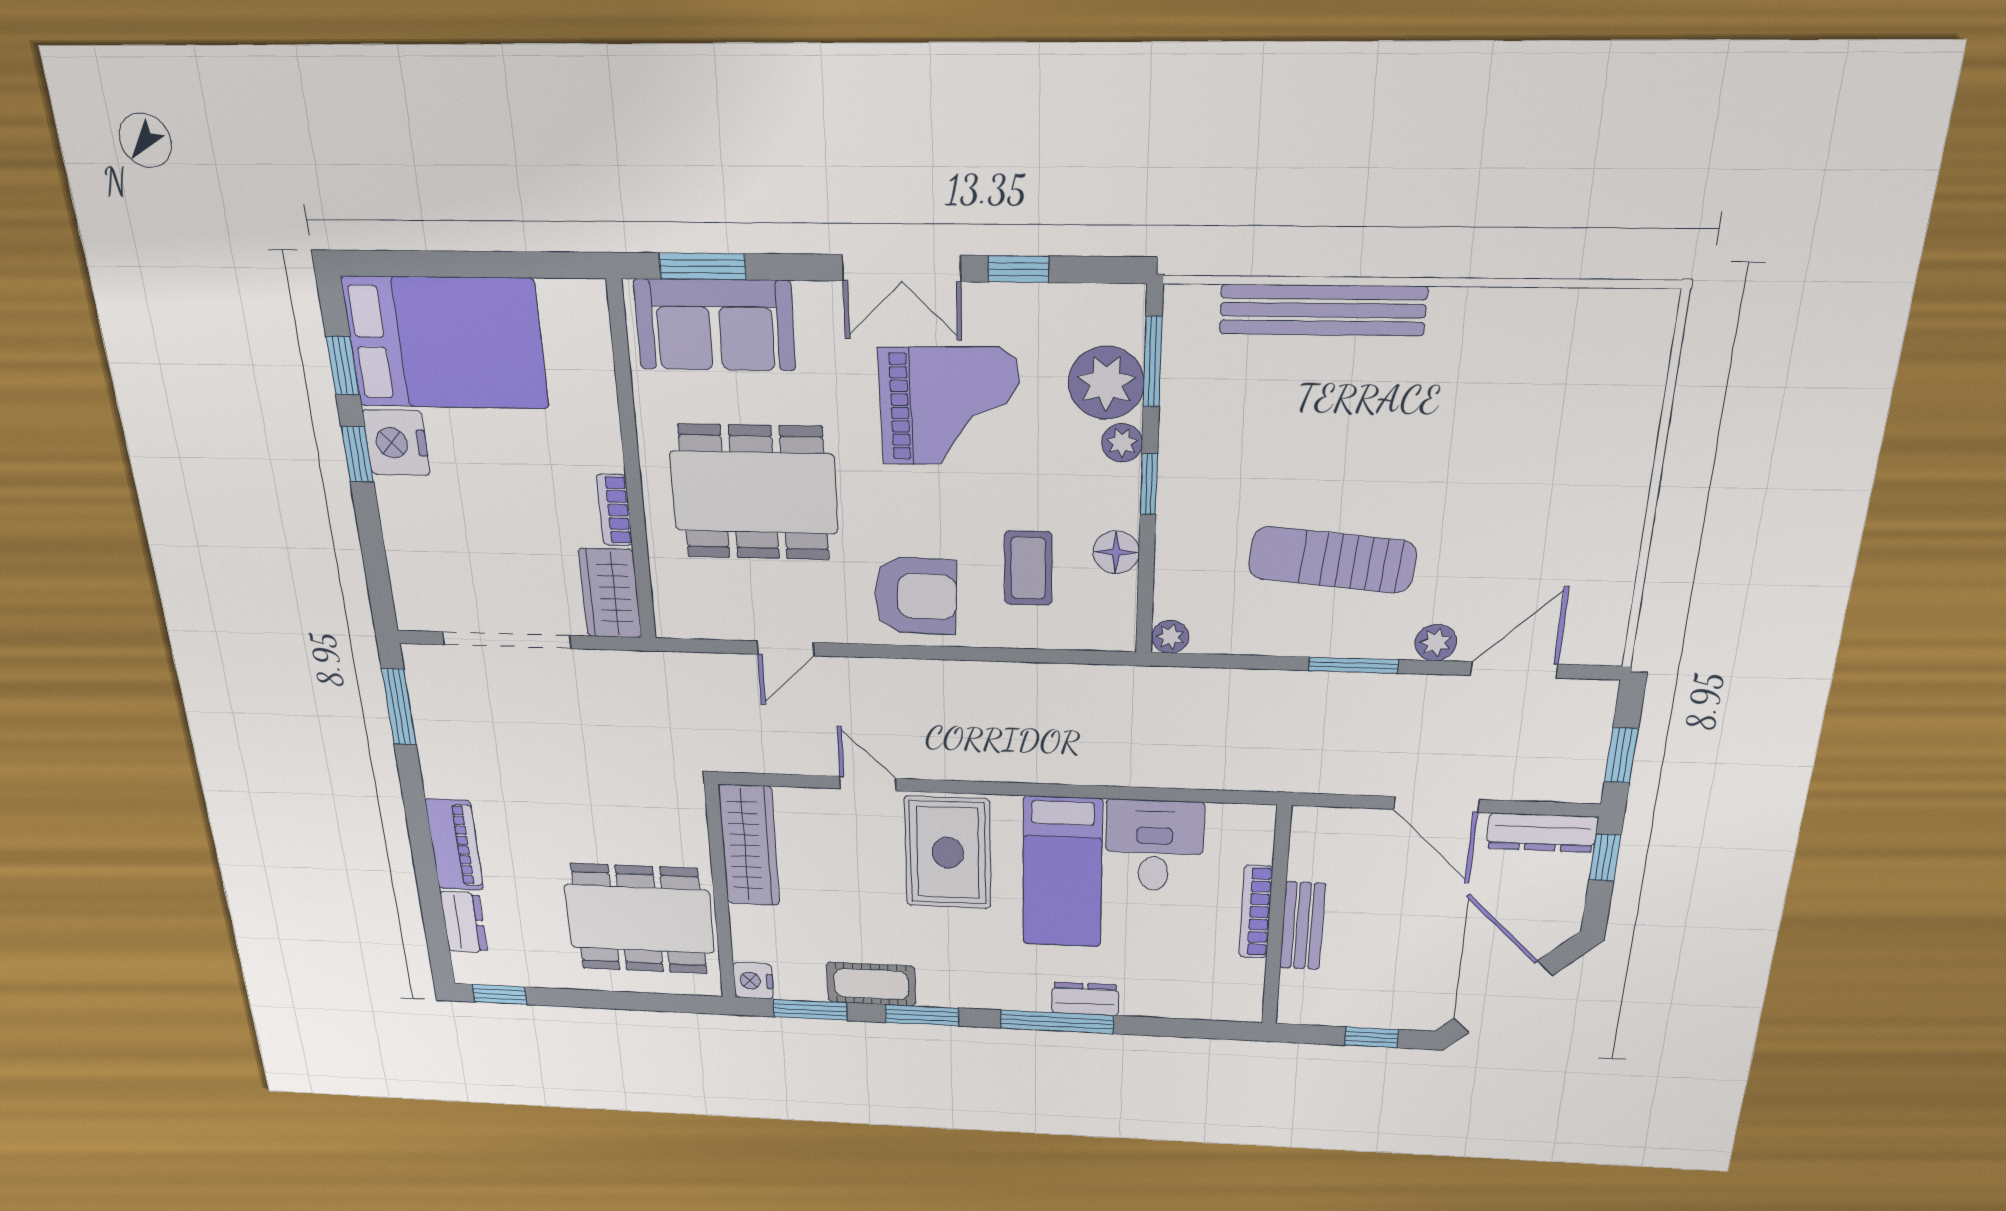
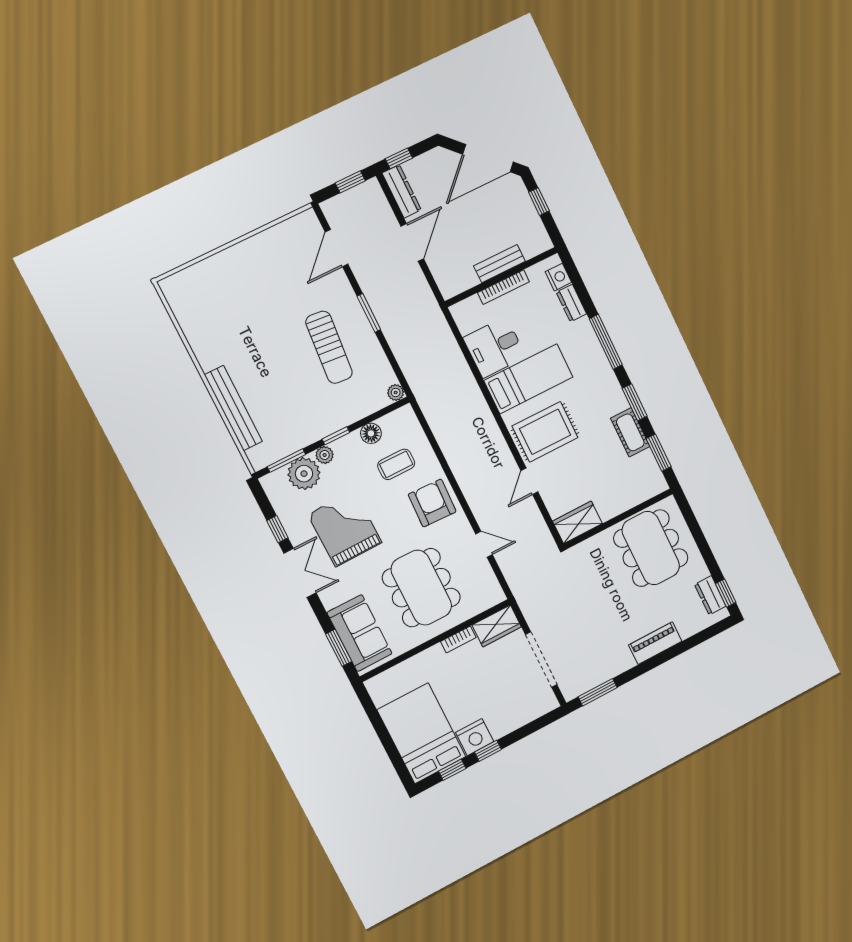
plant: (1436, 643) -> (342, 286), removed
door: (1514, 670) -> (337, 248), hinge flipped
wardrobe: (749, 845) -> (577, 522), width x0.67
dresser: (464, 922) -> (710, 595), moved, turned -90
nightstand: (753, 981) -> (558, 277), moved, turned -90
dresser: (1085, 999) -> (571, 303), moved

